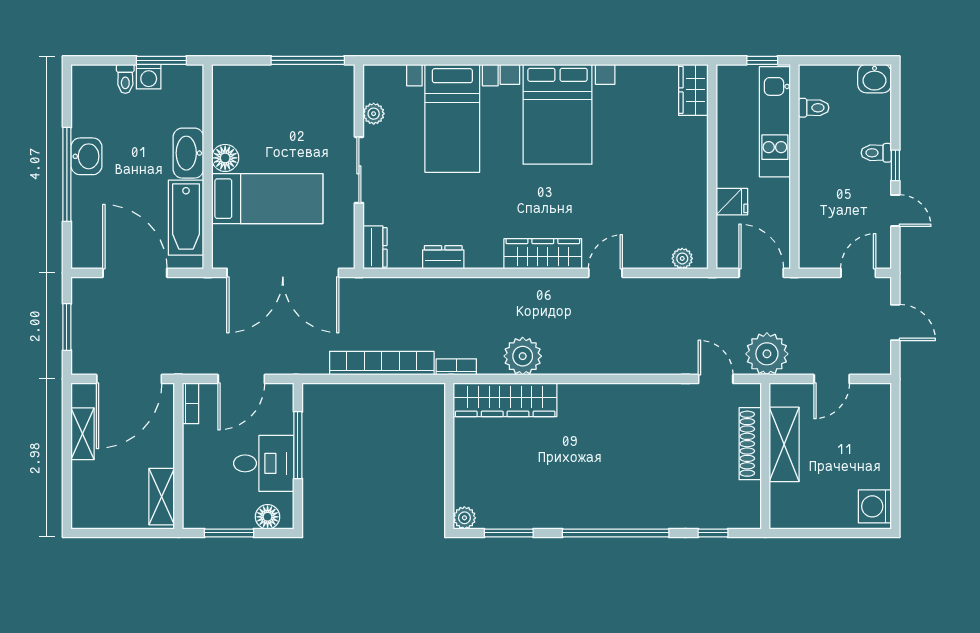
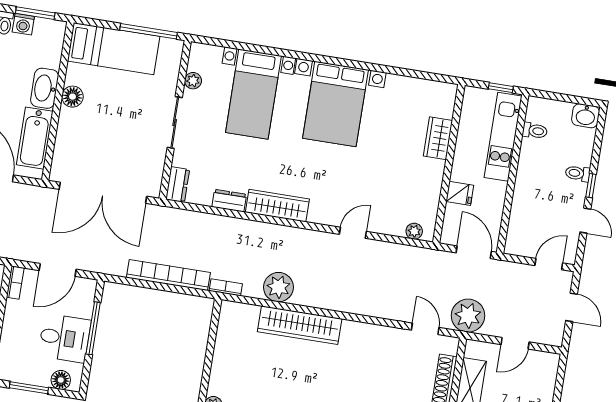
wardrobe: (693, 90) -> (438, 138), moved
bed: (267, 199) -> (114, 49), moved
wardrobe: (543, 254) -> (277, 206), moved
wardrobe: (505, 400) -> (300, 325), moved

